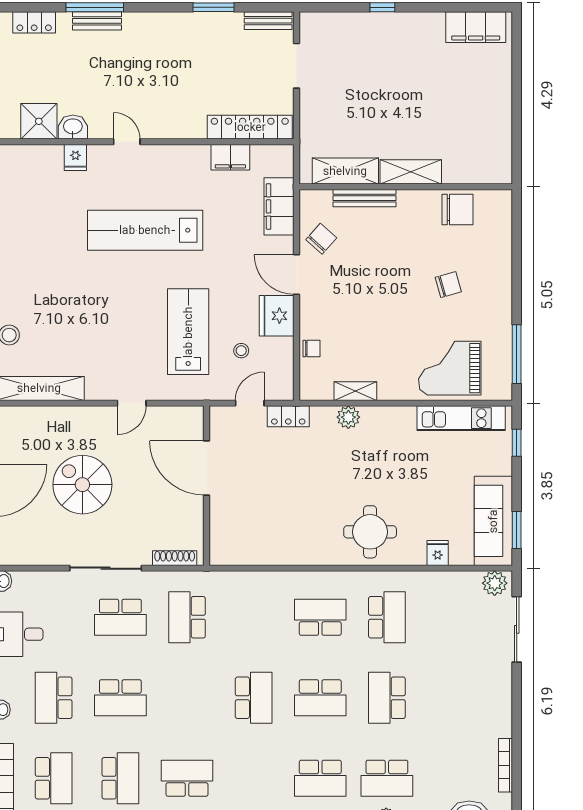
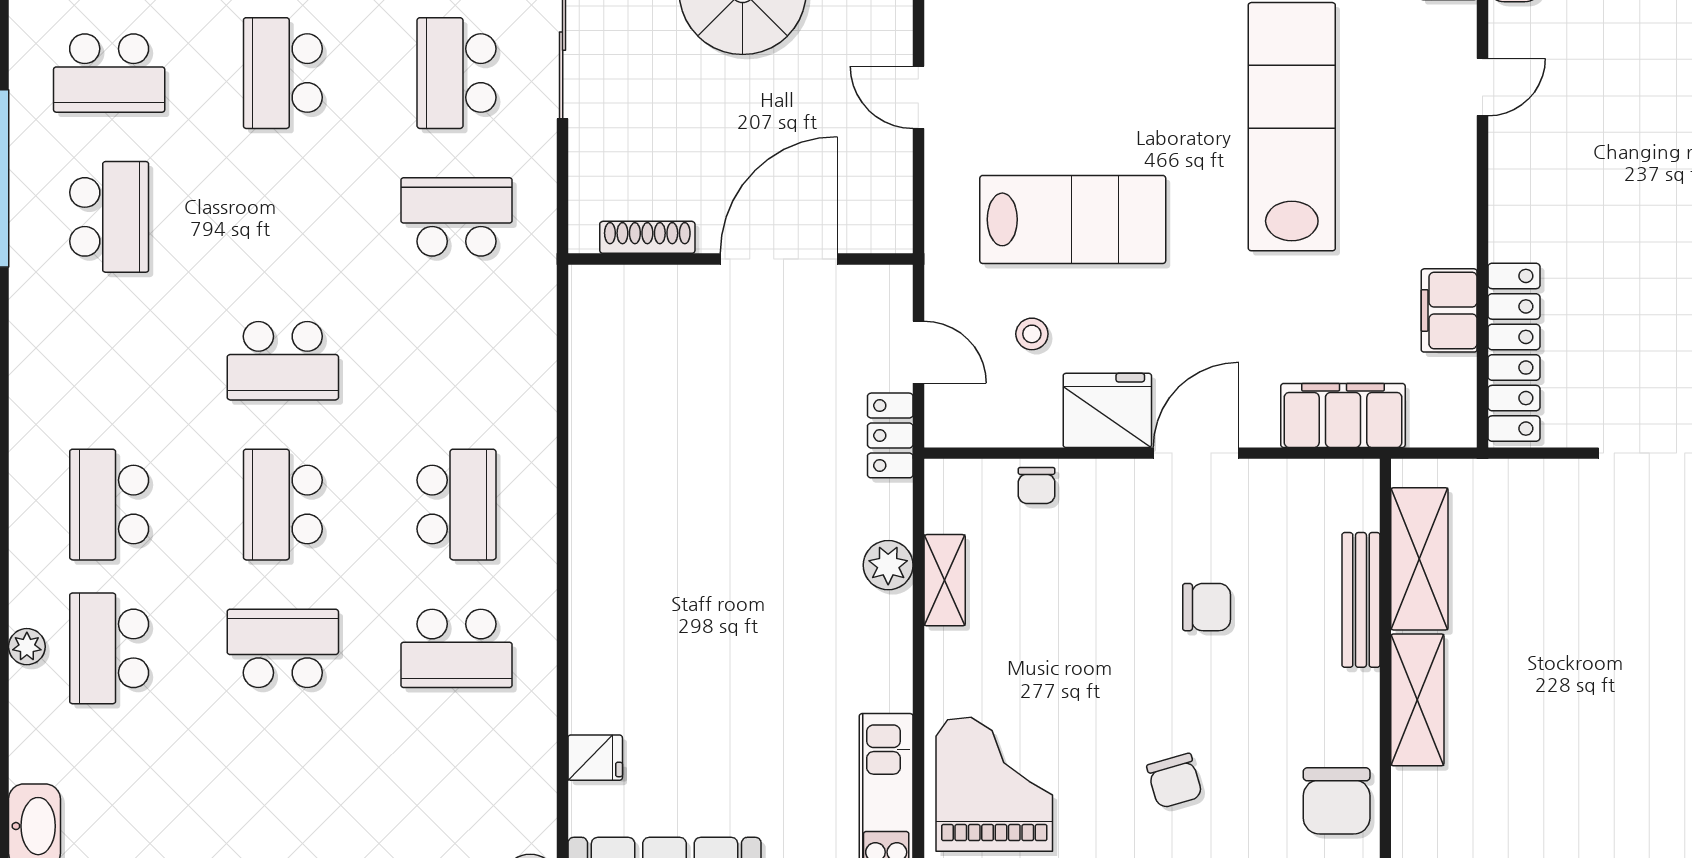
chair: (321, 239) -> (1207, 607), moved, turned -42
round table: (370, 532) -> (641, 612), removed
shoe rack: (175, 558) -> (647, 237), moved, turned -90

